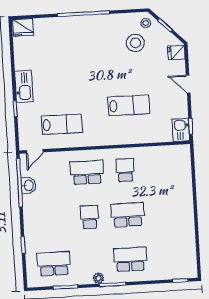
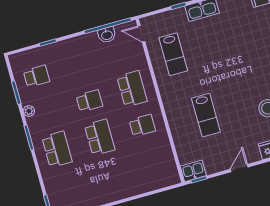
school desk: (54, 264) -> (36, 76), width x0.54
plant: (98, 278) -> (29, 111), moved

